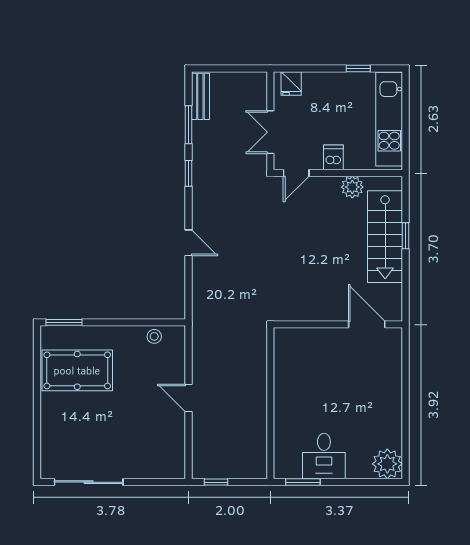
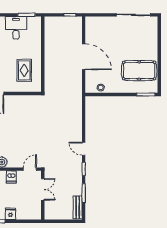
fridge: (291, 83) -> (10, 214), moved
door: (188, 243) -> (84, 149), moved
rug: (308, 371) -> (24, 70), added
door: (188, 398) -> (84, 57), width x1.88

